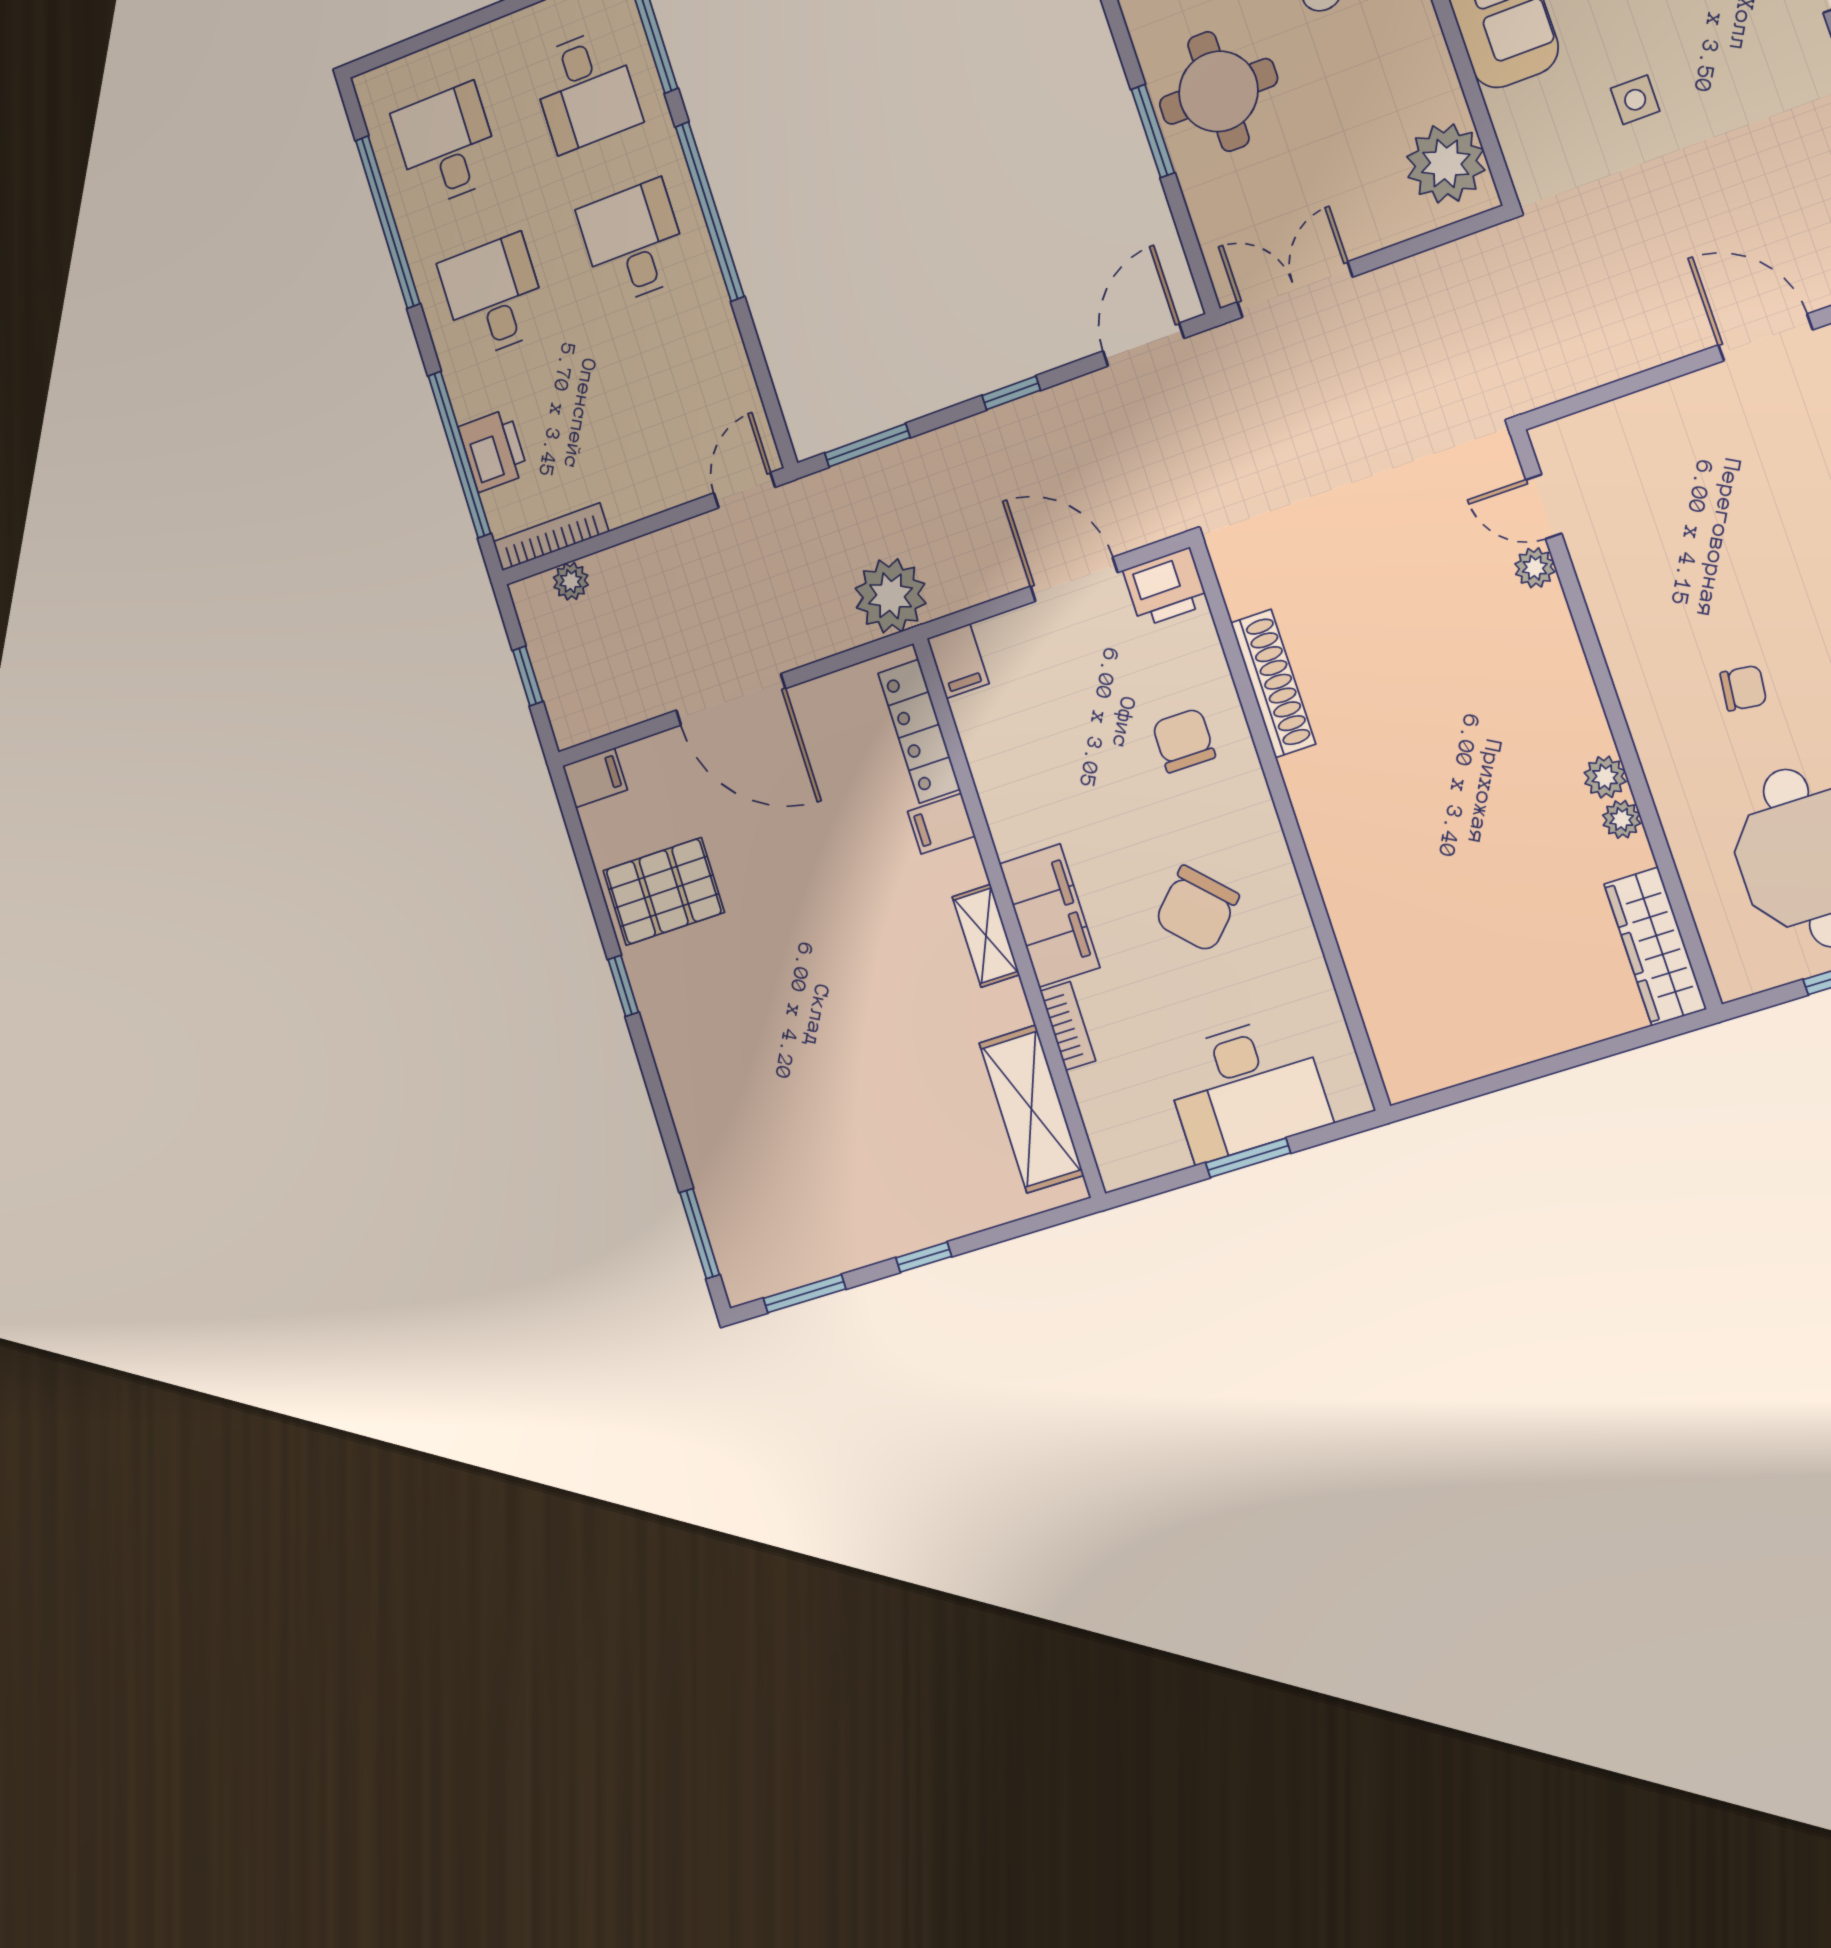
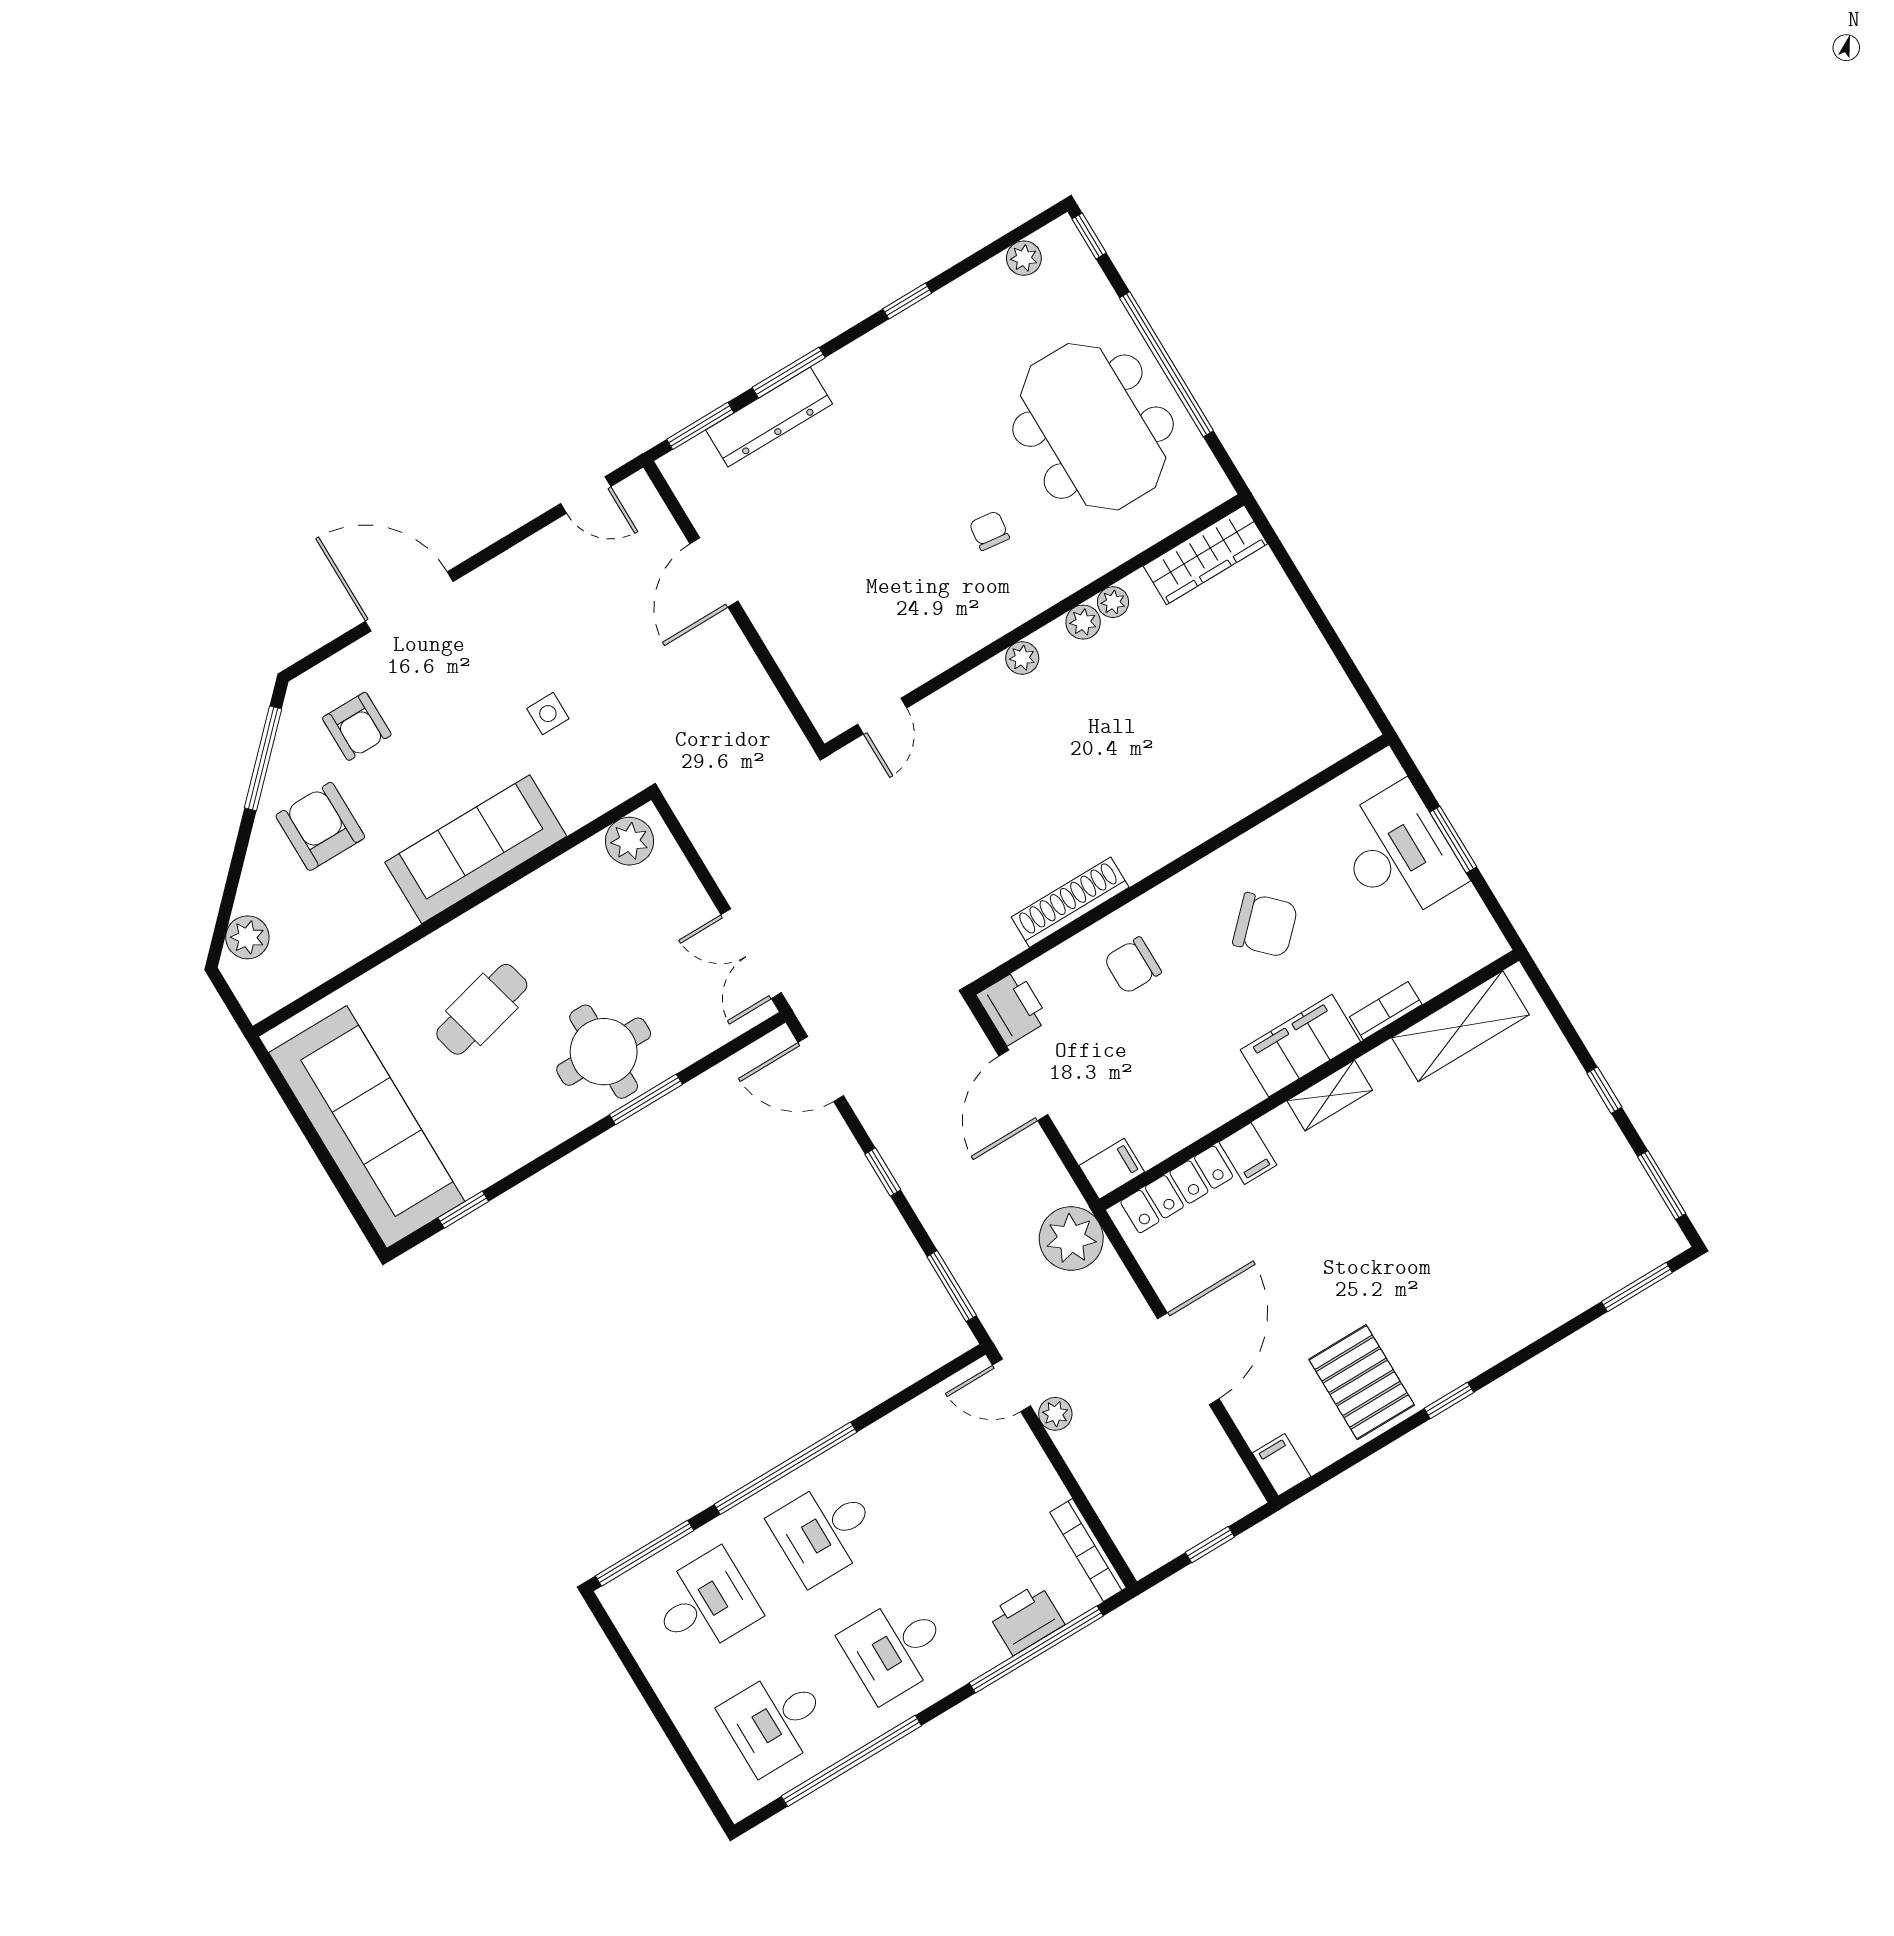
plant: (1446, 163) -> (629, 841), width x0.73, depth x0.73
plant: (1535, 568) -> (1022, 658), moved
plant: (571, 581) -> (1055, 1414), moved

